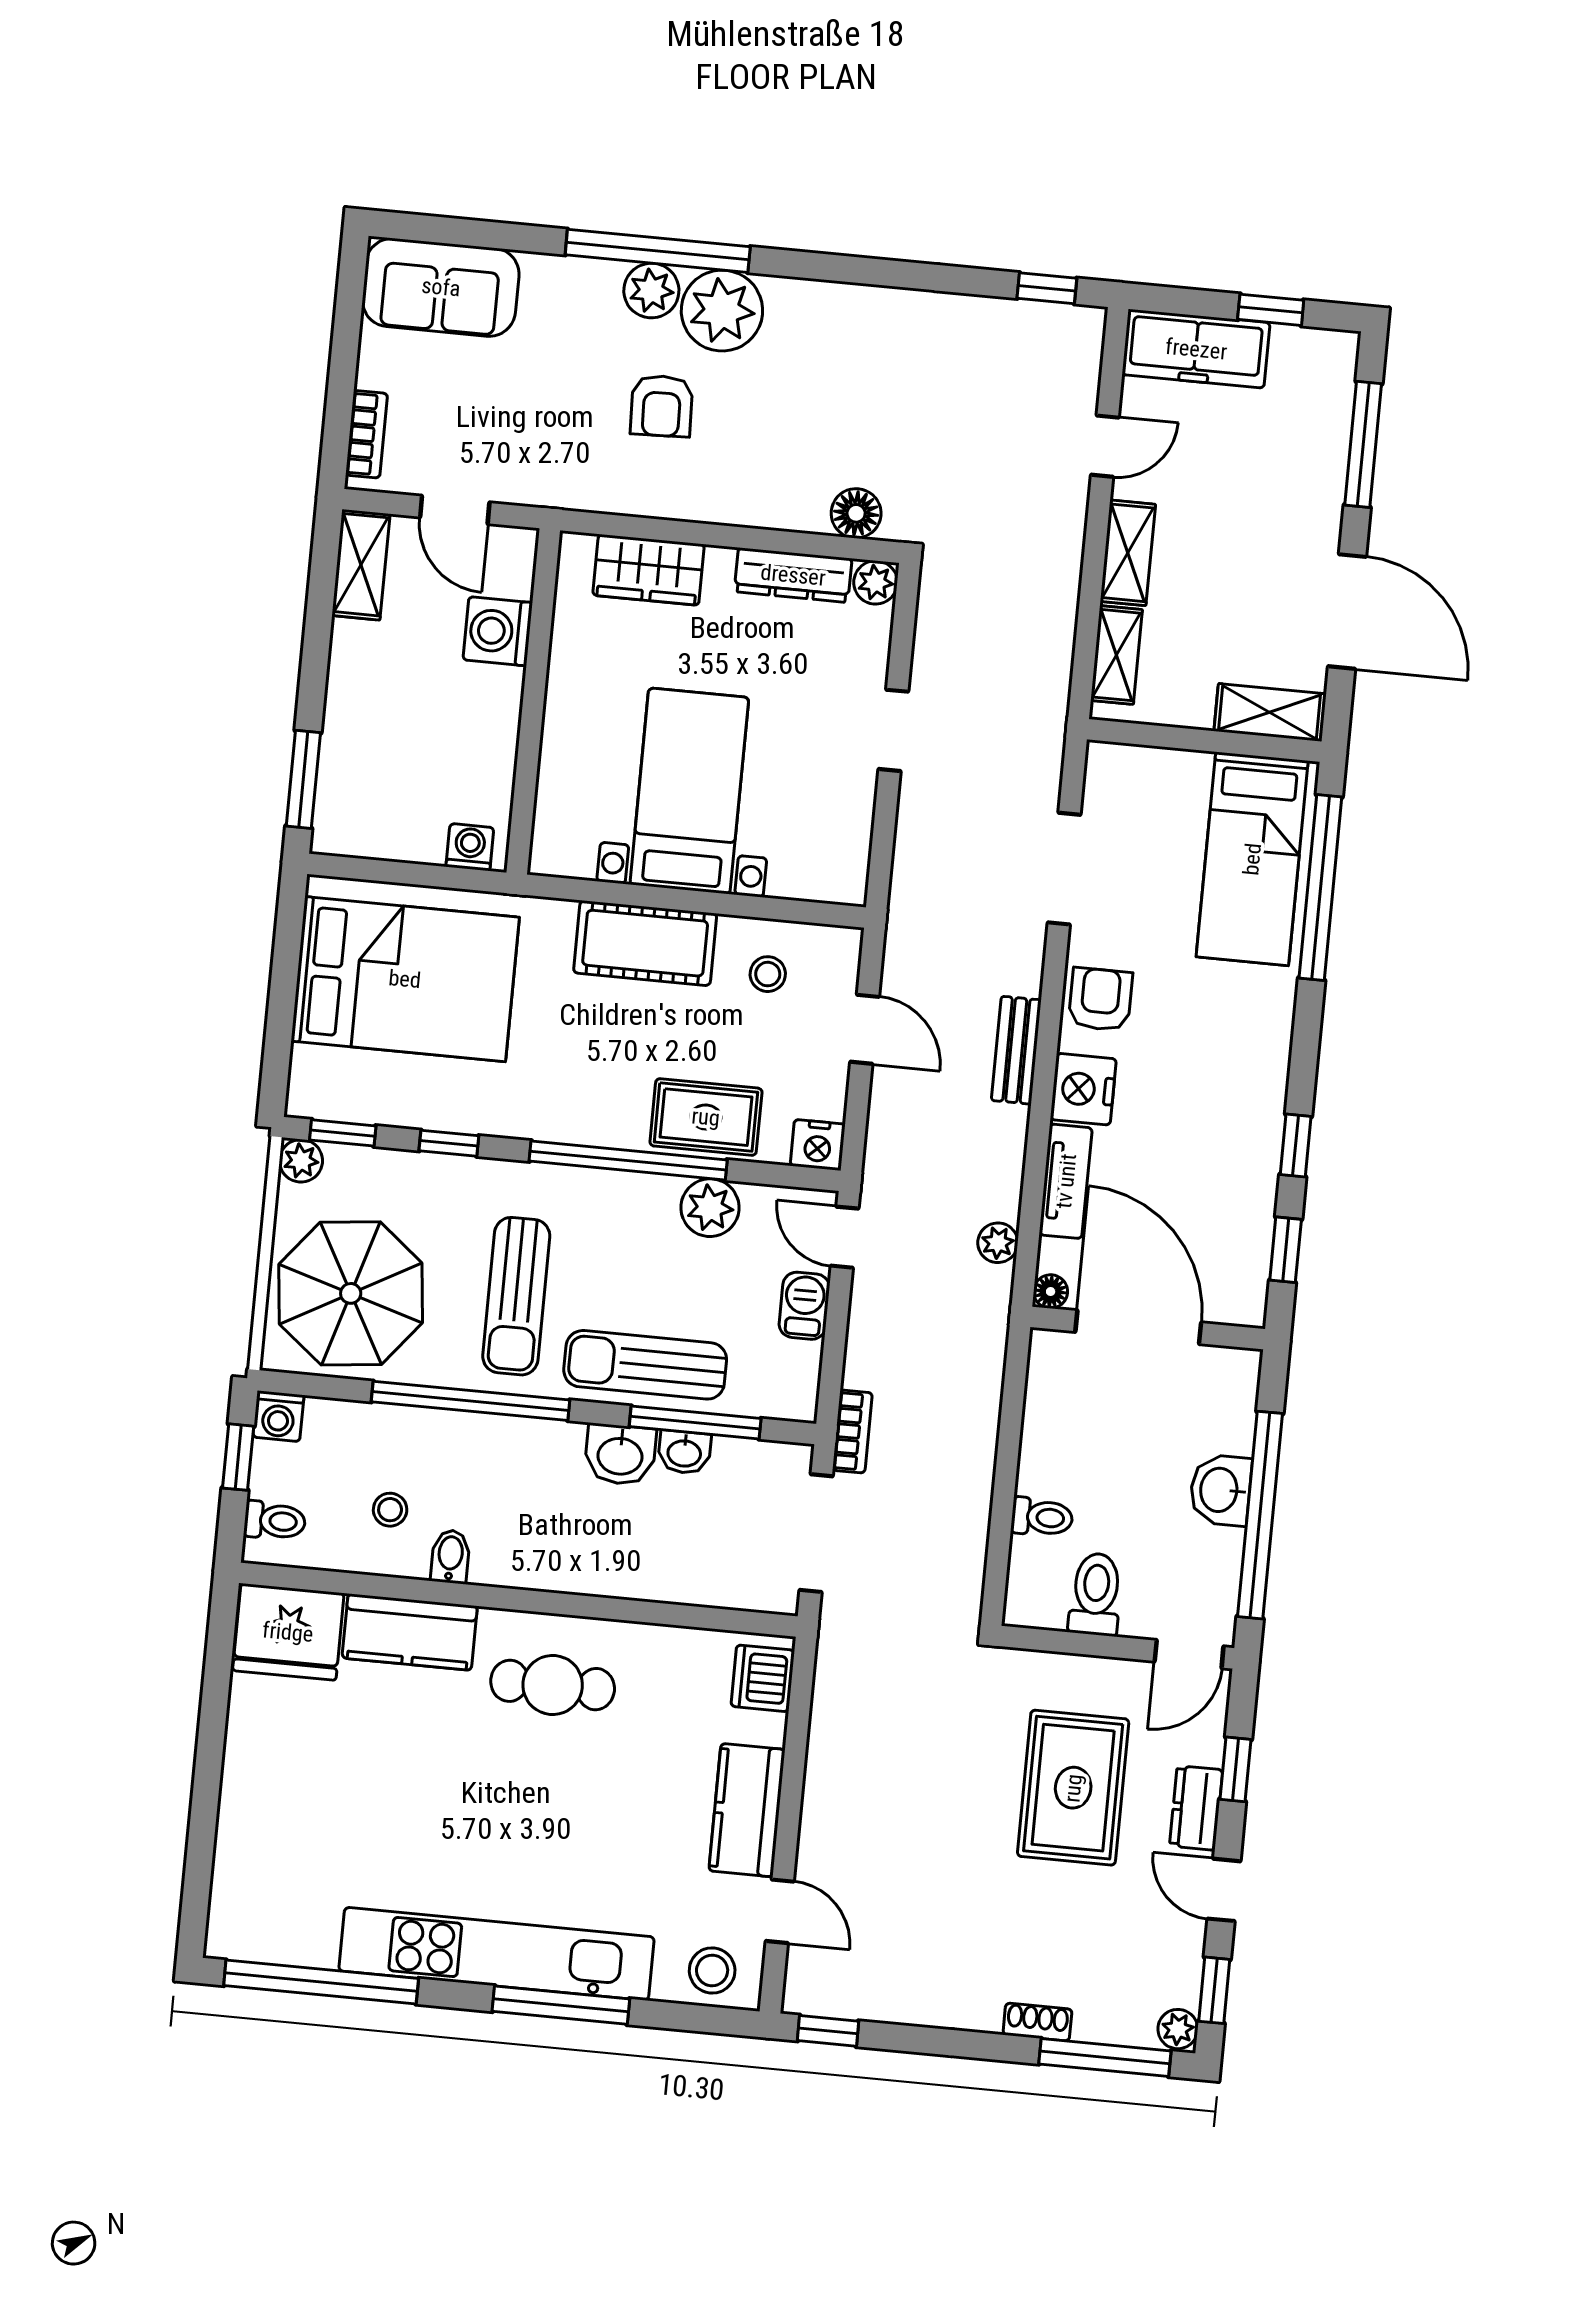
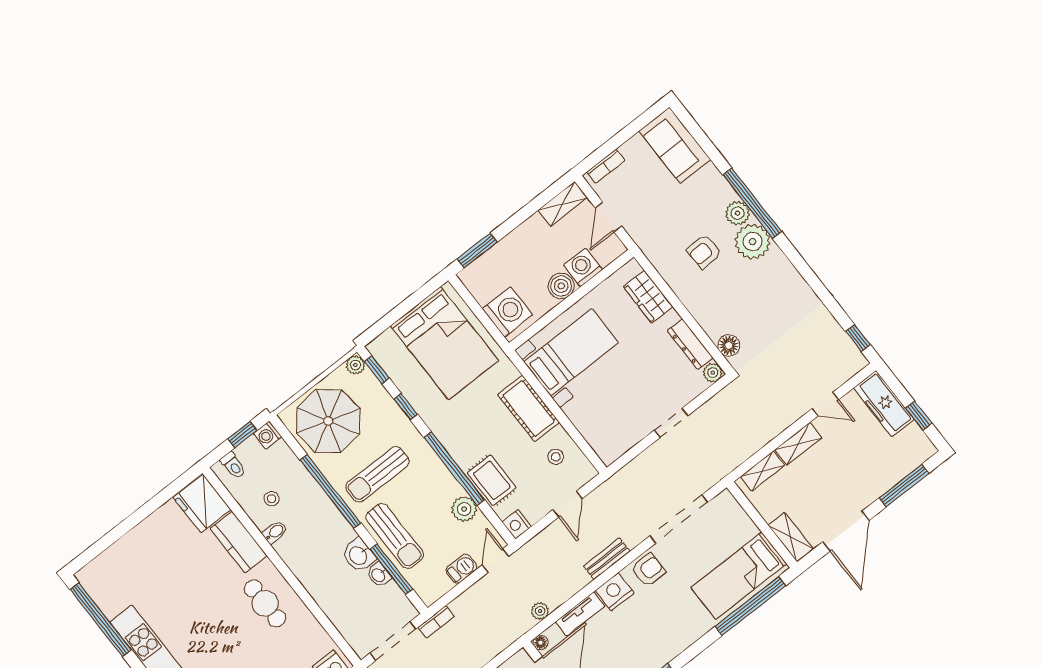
boiler: (494, 696) -> (561, 286), added
bed with nightstands: (689, 791) -> (571, 352), moved
washing machine: (470, 847) -> (507, 312), width x1.89, depth x1.89
doorway: (1064, 869) -> (679, 519), width x1.36
sun lounger: (645, 1365) -> (395, 536), turned 180

